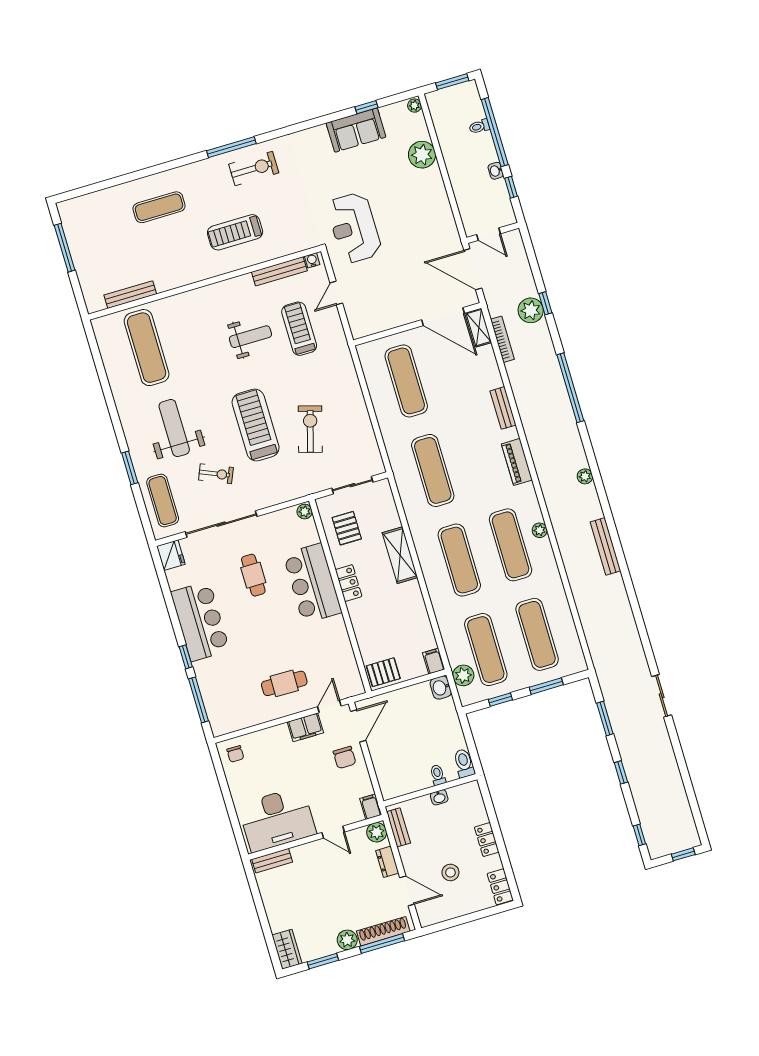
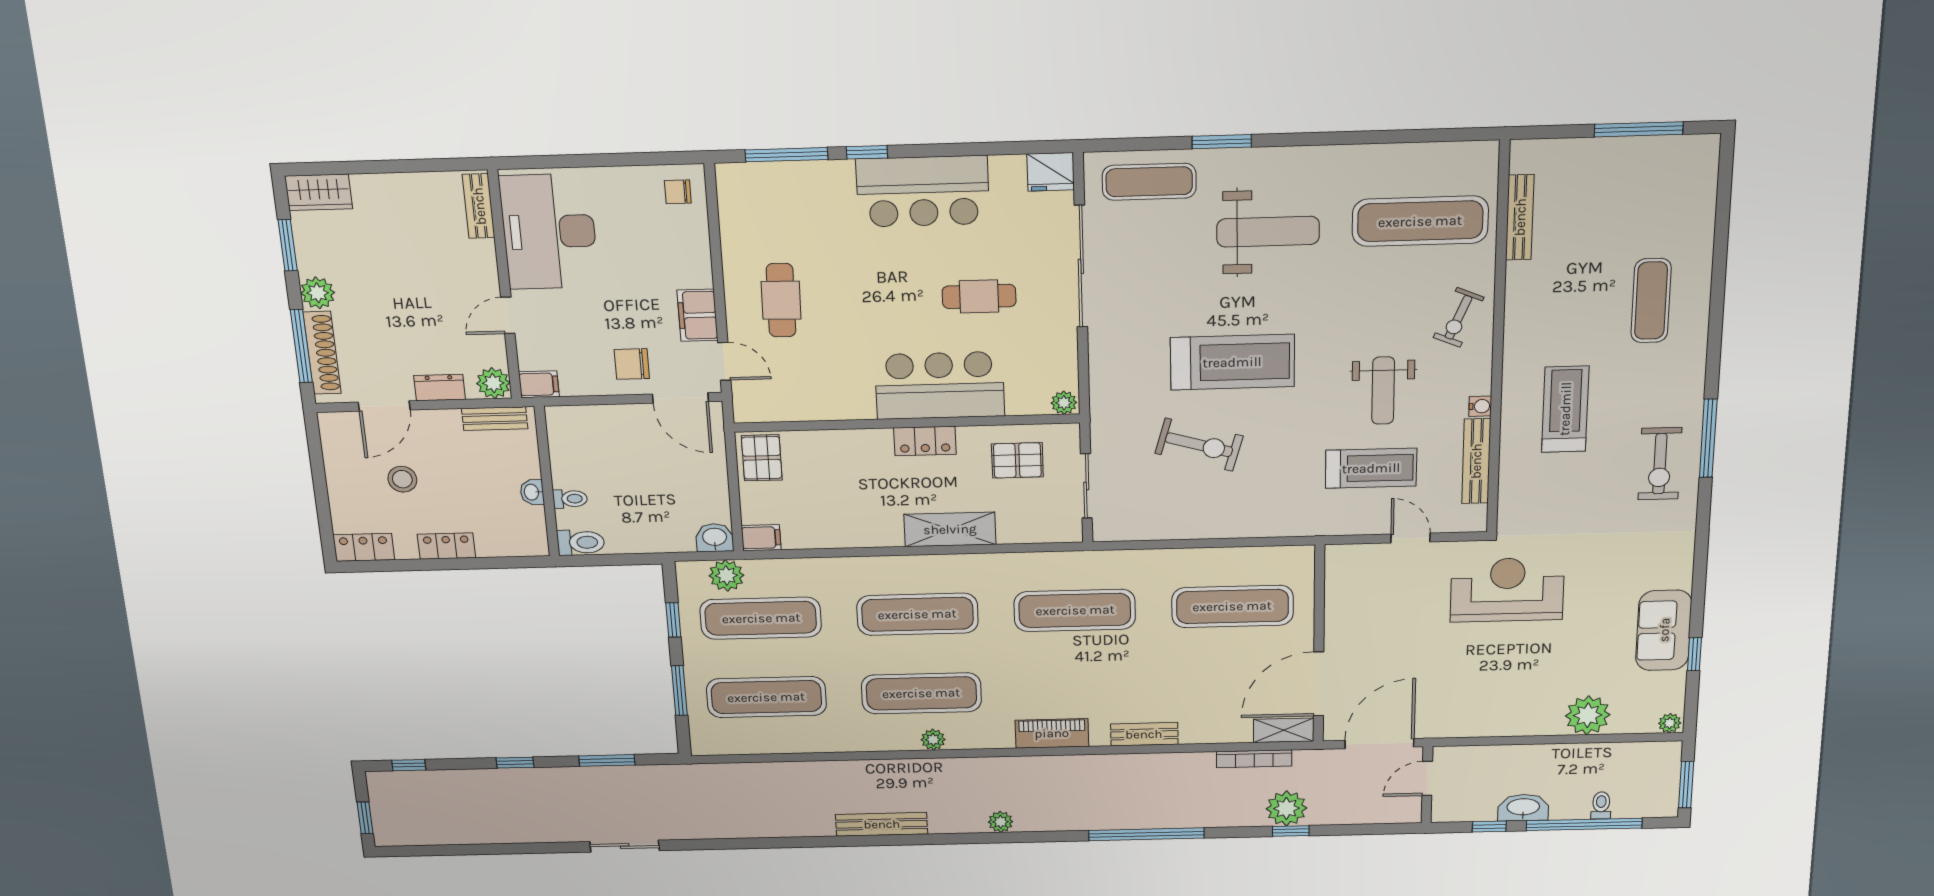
washbasin: (496, 171) -> (1523, 808), width x1.91, depth x1.45
water cooler: (312, 260) -> (1480, 406), moved
exercise bike: (216, 474) -> (1459, 317), moved

